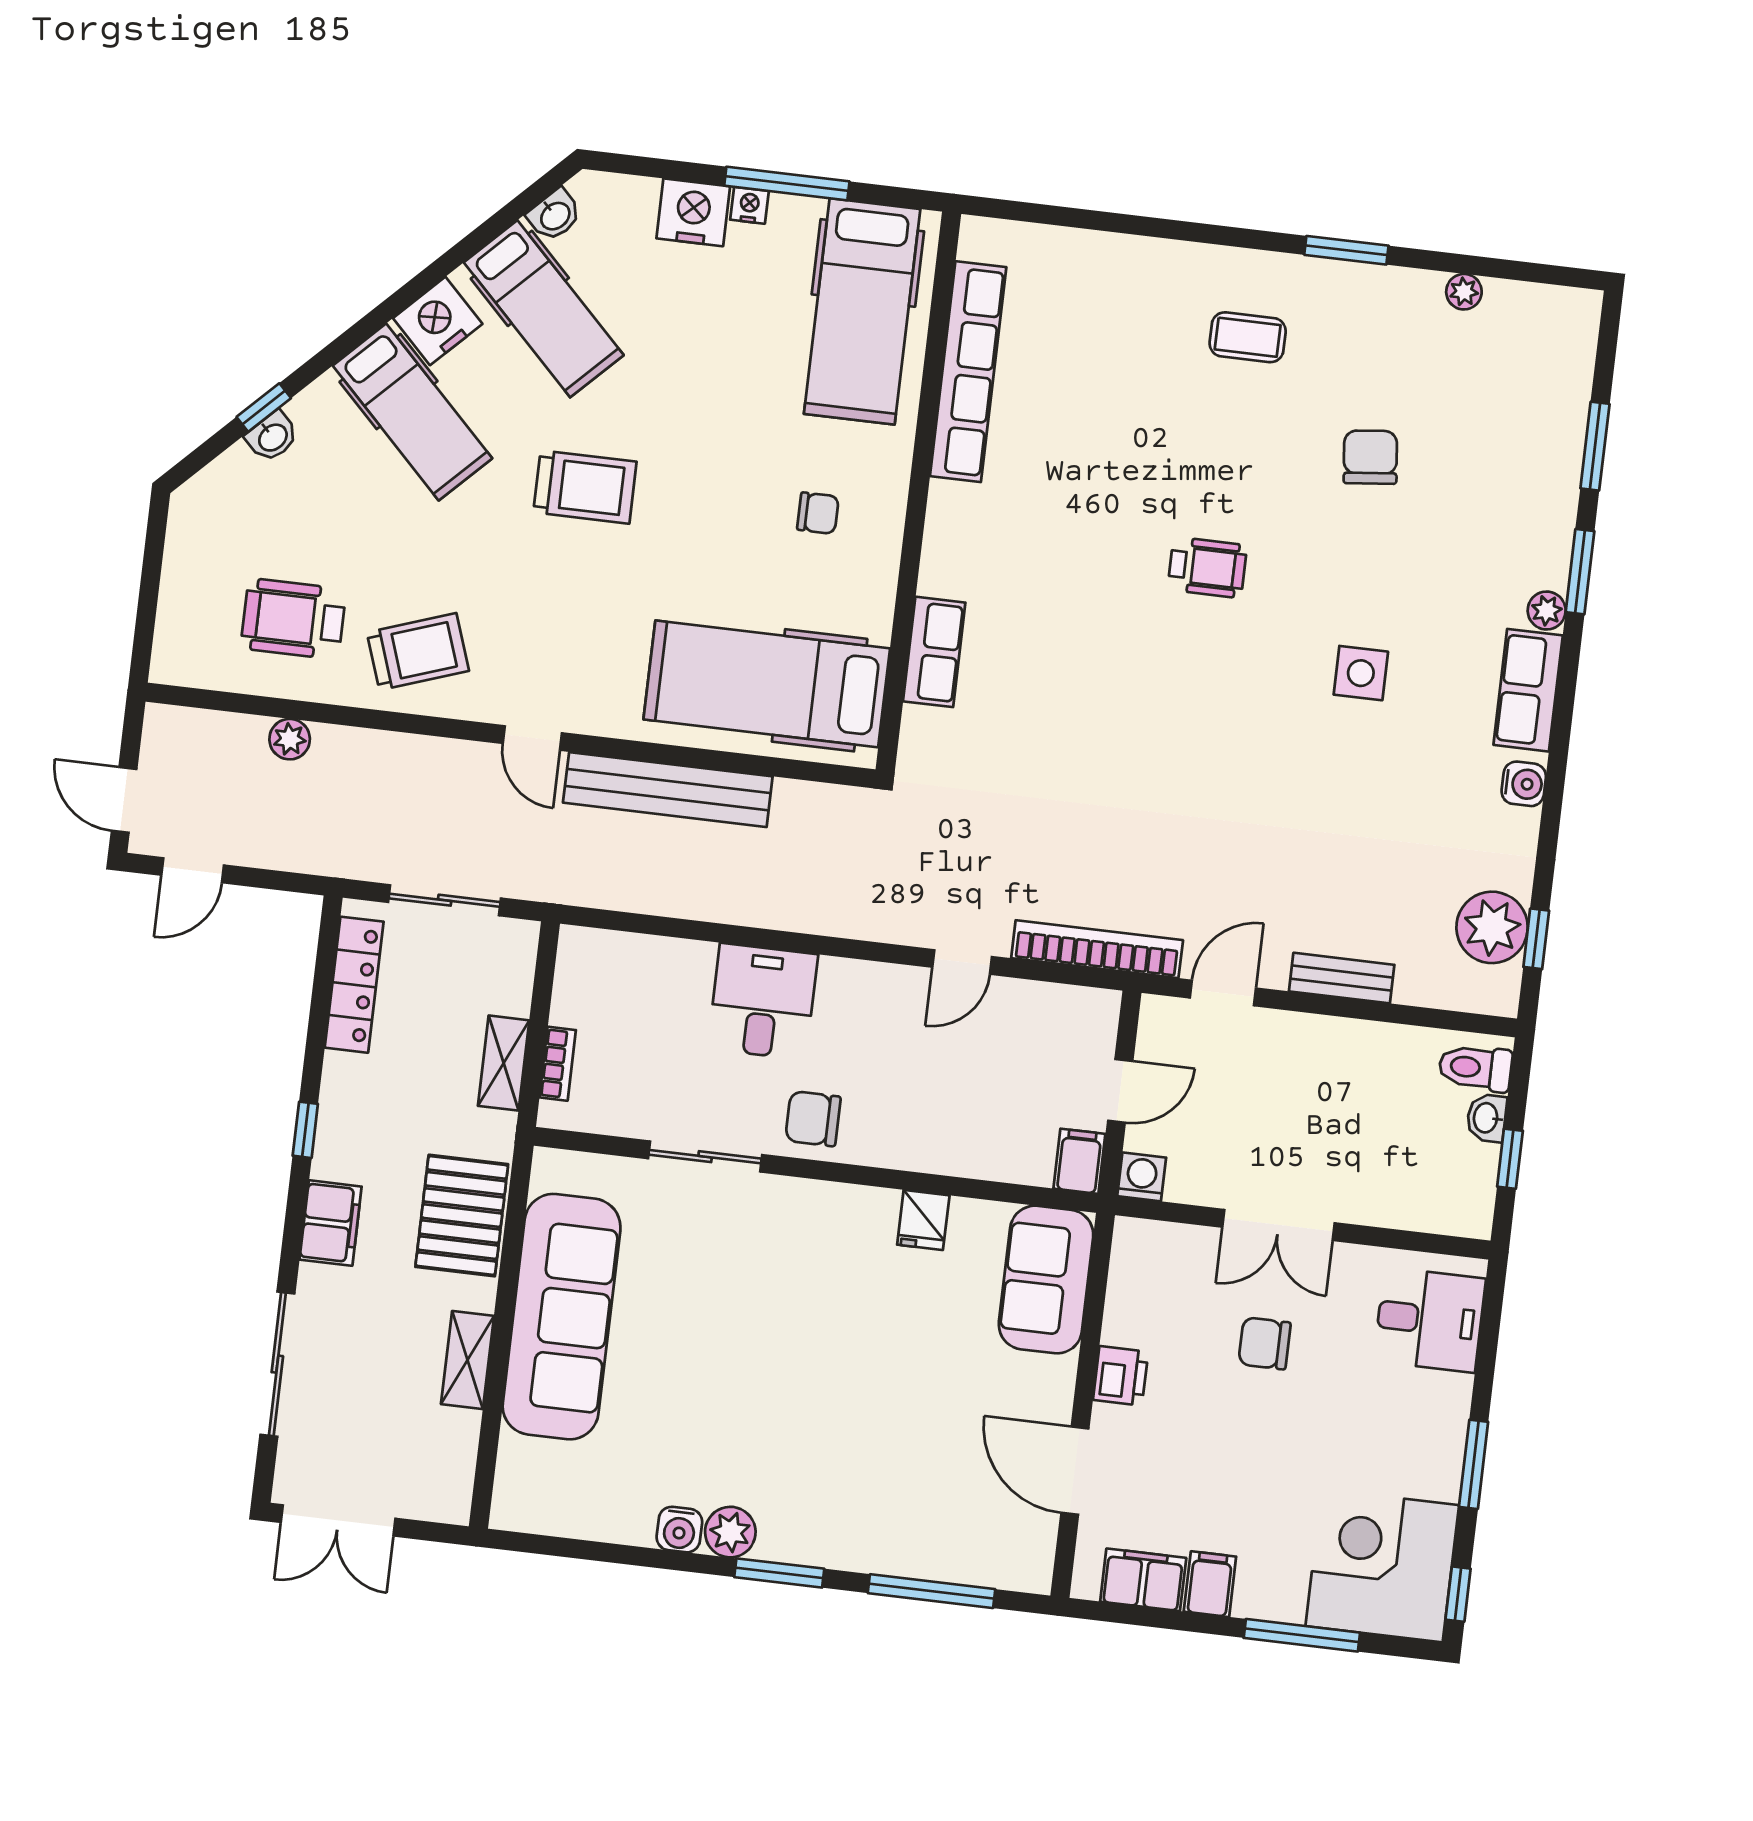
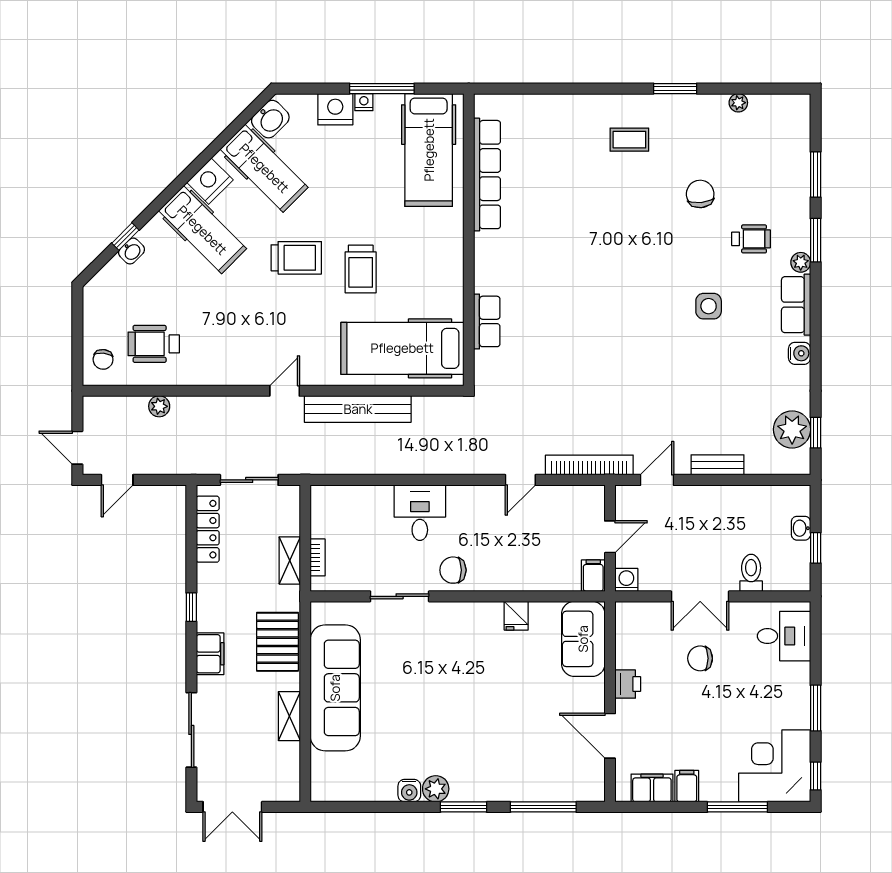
washbasin: (555, 215) -> (270, 119), width x1.38, depth x1.45
chair: (818, 513) -> (103, 359), moved, turned 96
wheelchair: (1207, 567) -> (751, 239), moved
trolley: (418, 652) -> (361, 269), moved, turned 109
door: (532, 738) -> (285, 391), swing flipped
toilet: (1475, 1068) -> (751, 573), moved, turned 90

